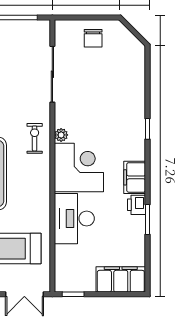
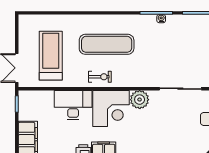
plant: (61, 135) -> (140, 100), width x1.88, depth x1.88
exercise bike: (35, 138) -> (100, 77), moved

